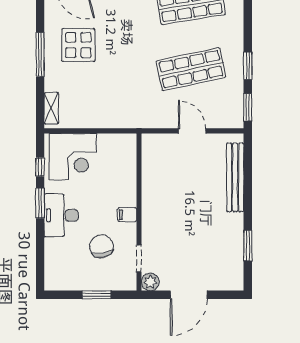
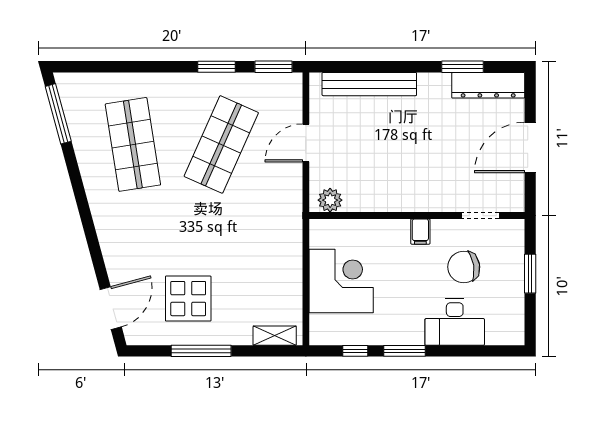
shop shelf: (191, 69) -> (221, 144), turned 36
corner desk: (73, 157) -> (341, 281), moved
desk: (61, 215) -> (455, 322), moved
dresser: (234, 264) -> (488, 85), added
plant: (150, 282) -> (330, 200), moved
door: (189, 295) -> (530, 147), swing flipped

